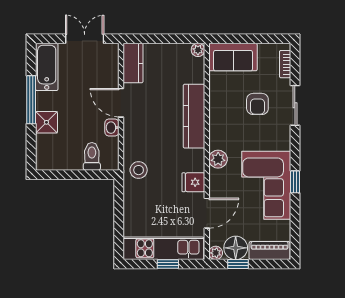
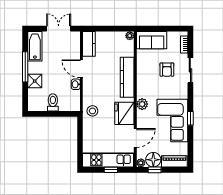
toilet: (92, 156) -> (53, 102), moved
fridge: (193, 182) -> (124, 113), width x1.88, depth x1.34

